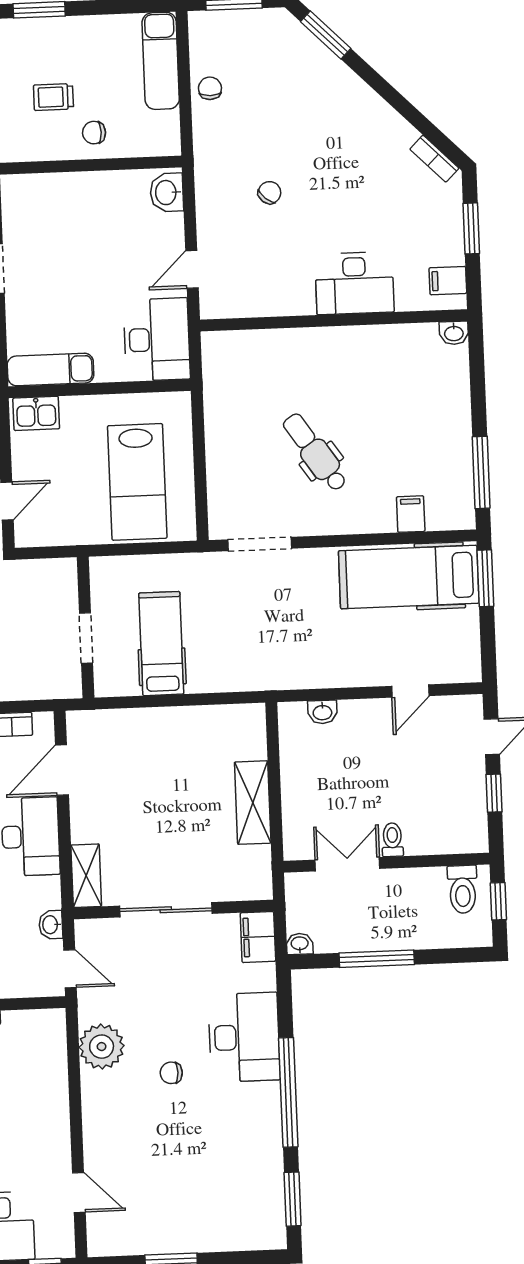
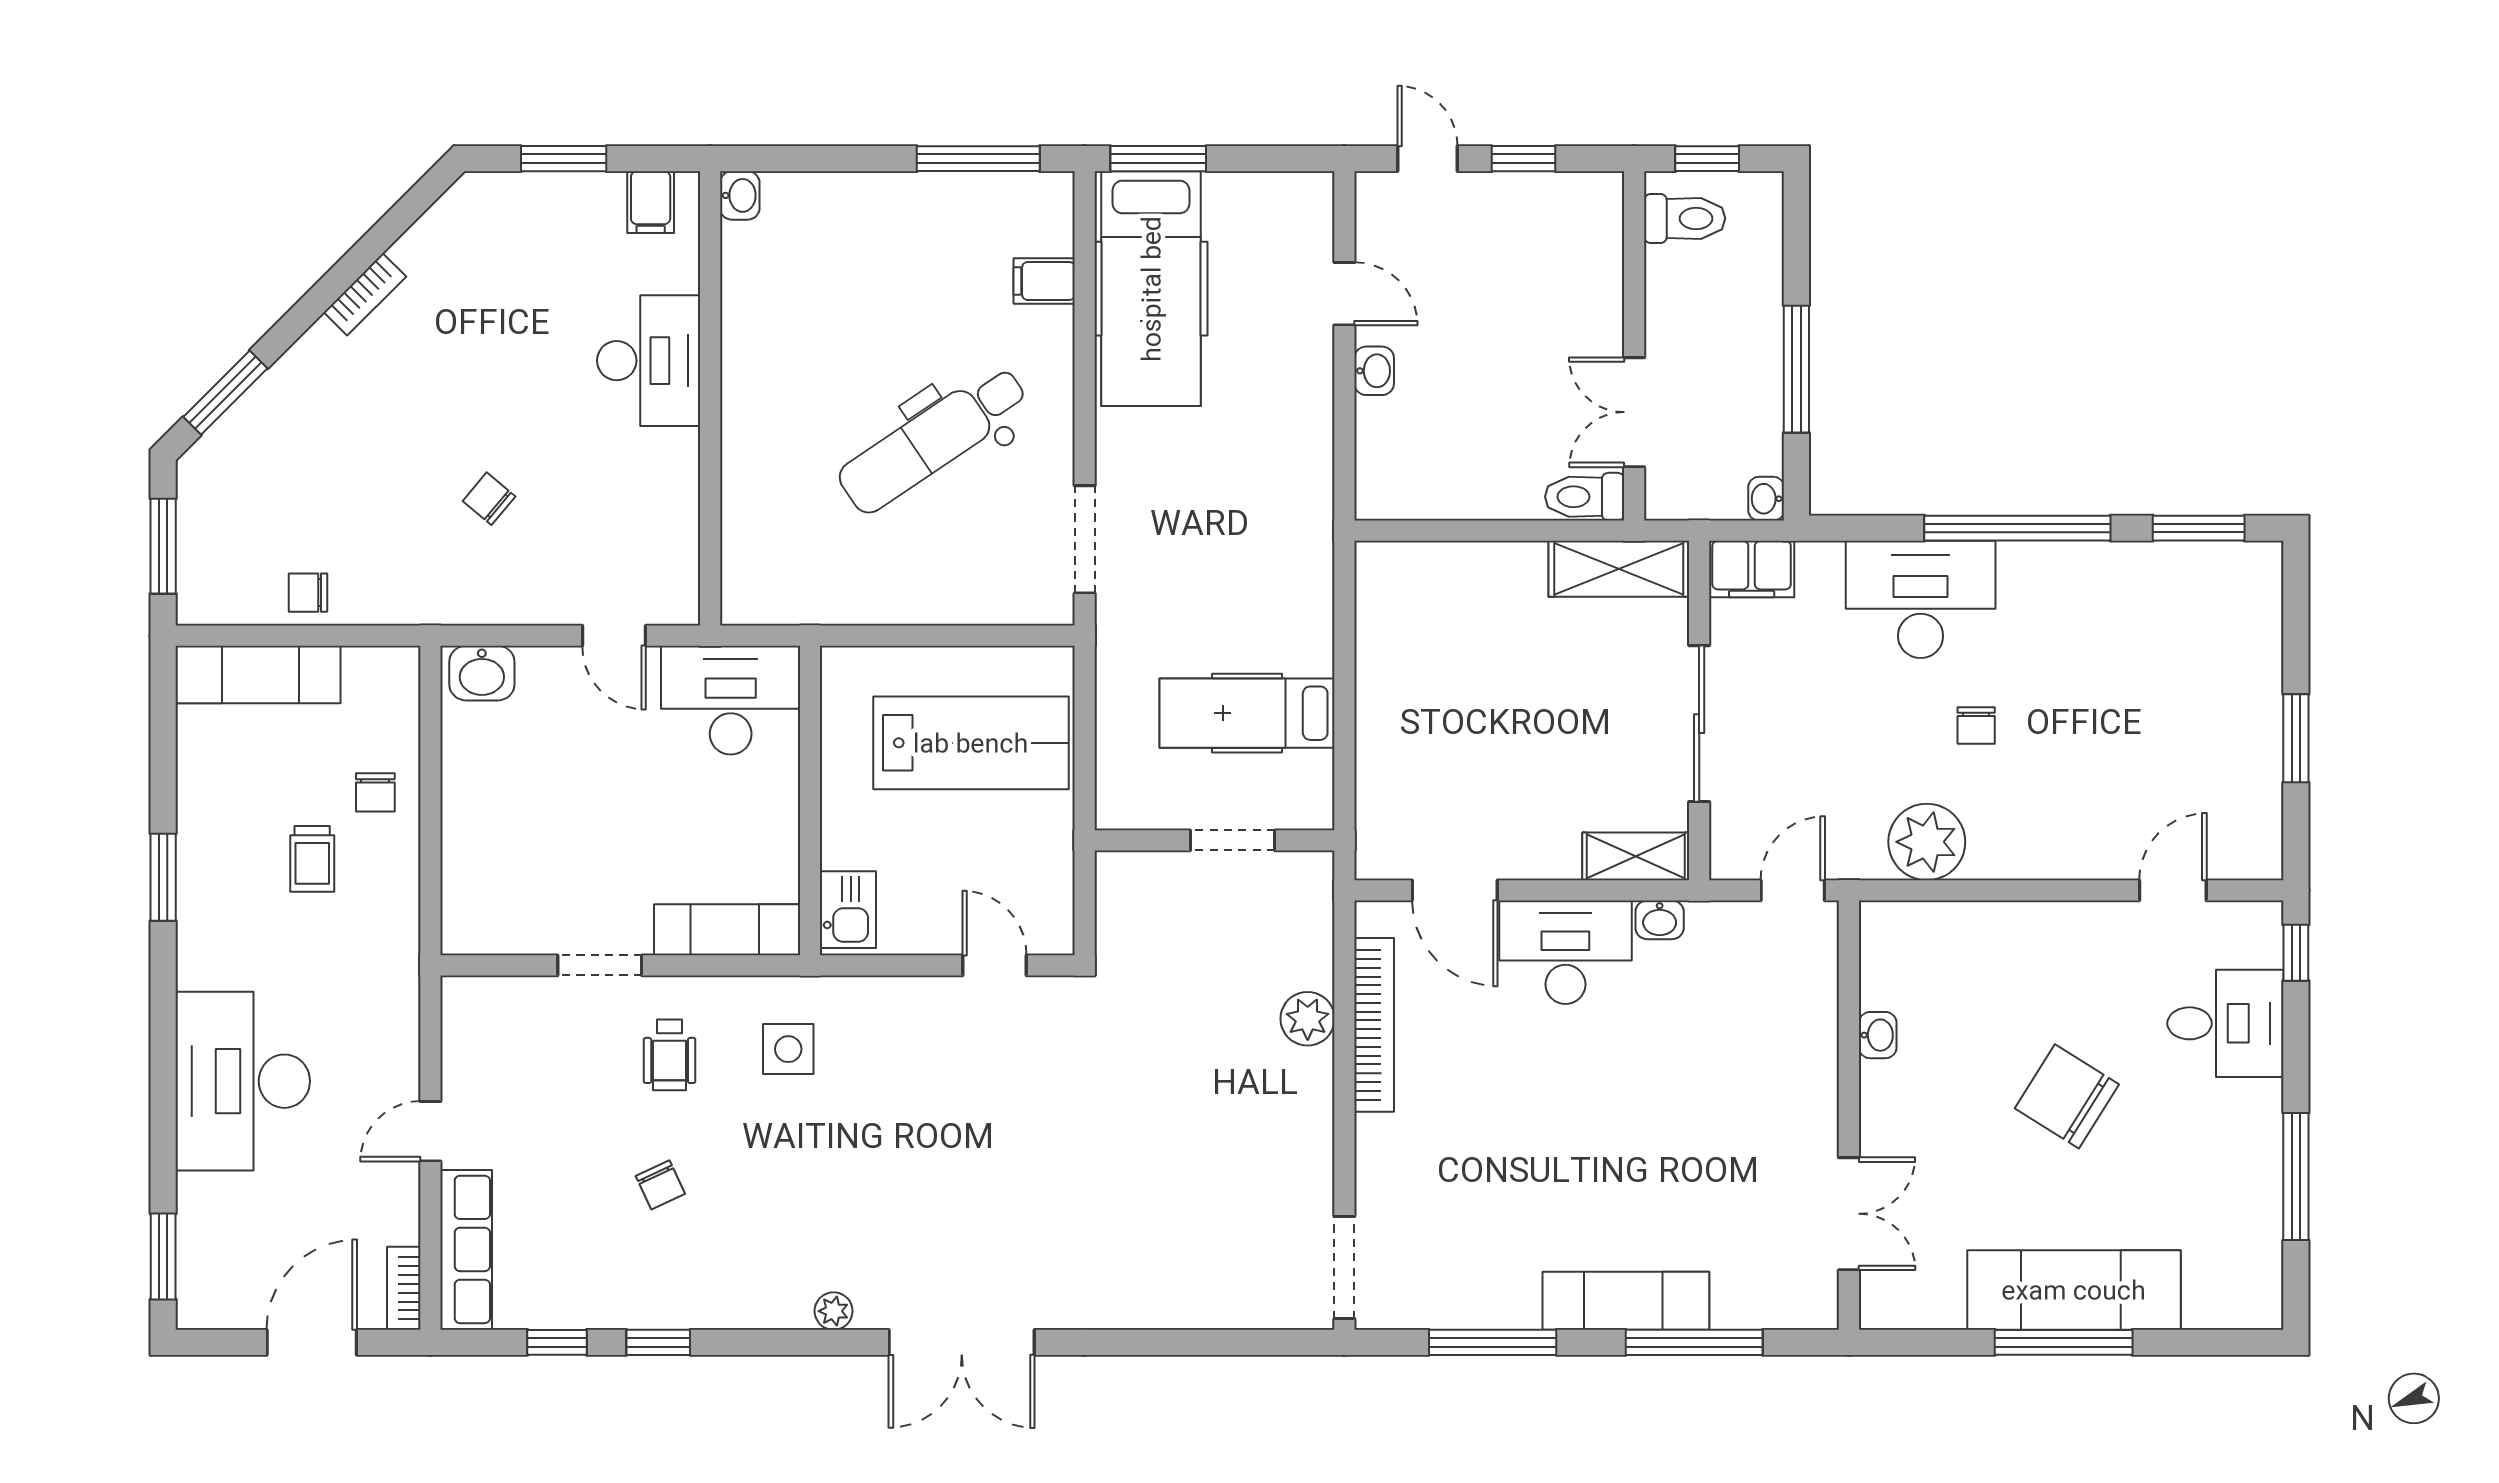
bookcase: (434, 159) -> (365, 294), moved
exam couch: (51, 370) -> (727, 930), moved, turned 90
dental chair: (315, 452) -> (933, 439), width x1.36, depth x1.38
washbasin: (322, 712) -> (1374, 371), moved
shelving: (253, 803) -> (1619, 569), moved
toilet: (392, 840) -> (1585, 497), moved, width x1.37, depth x1.39
washbasin: (51, 925) -> (1660, 920), moved

